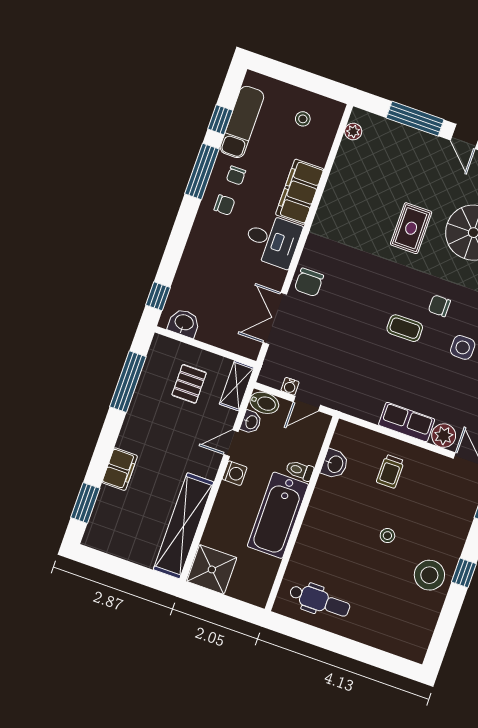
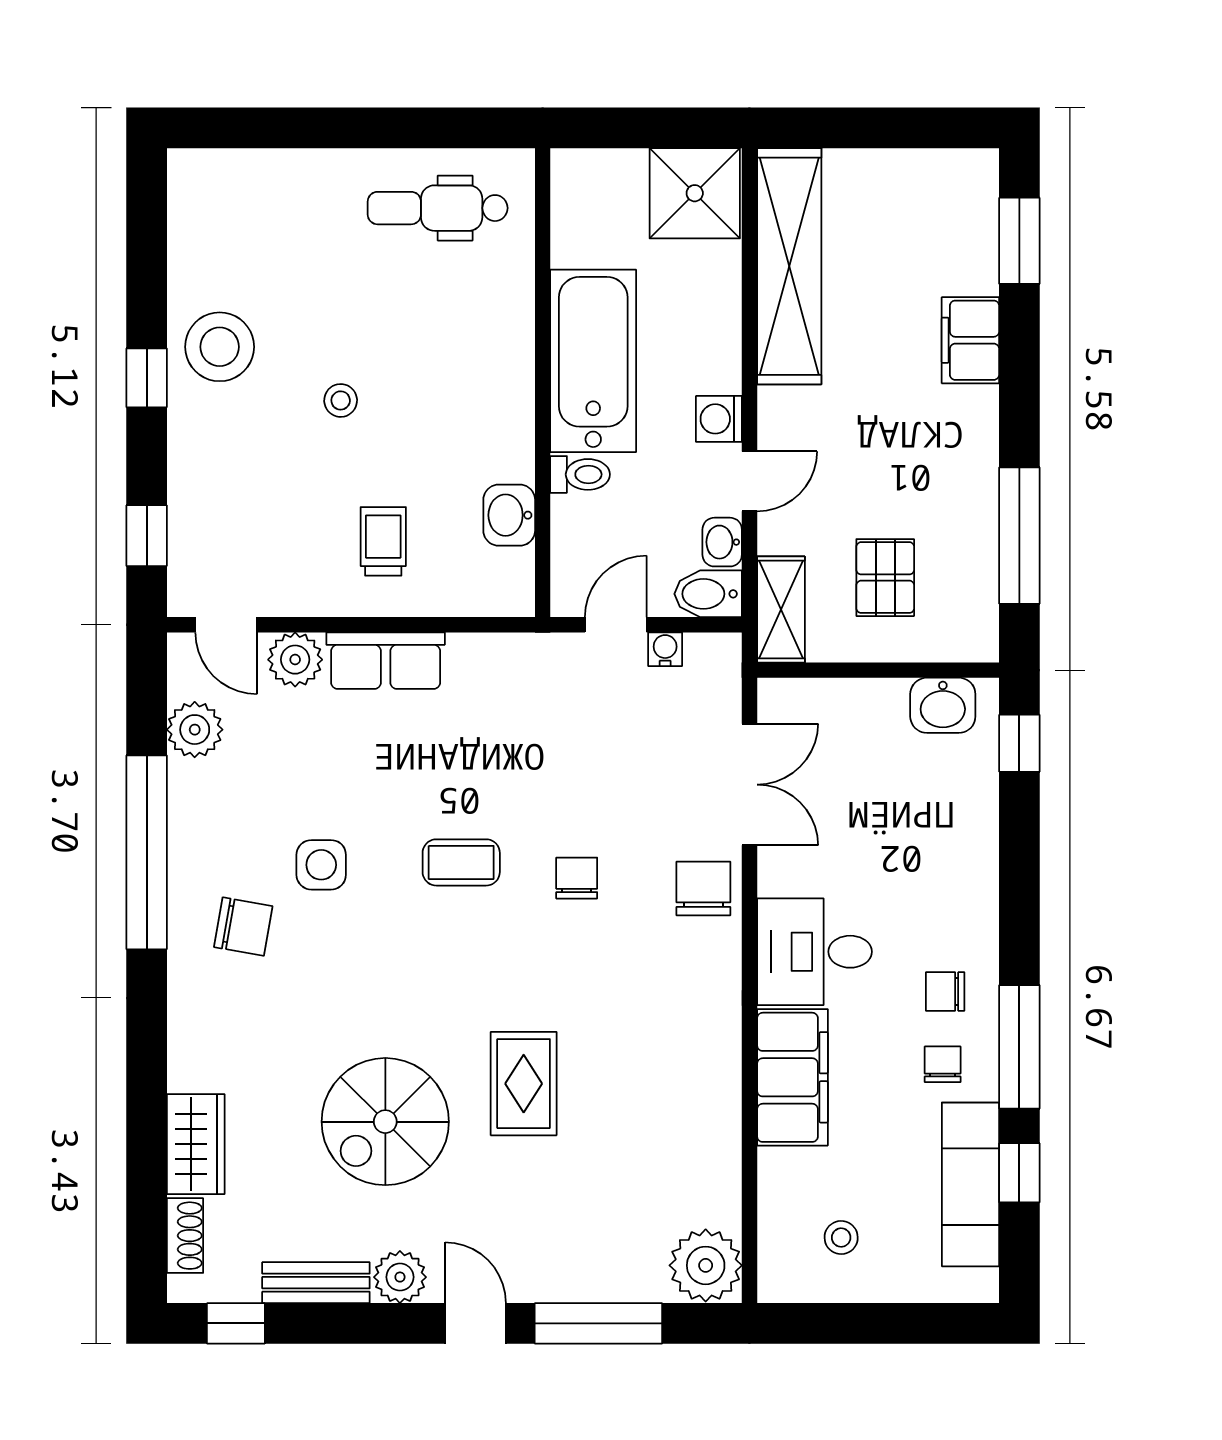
plant: (353, 132) -> (706, 1265), width x1.88, depth x1.88
chair: (439, 306) -> (577, 878), moved, turned -90

